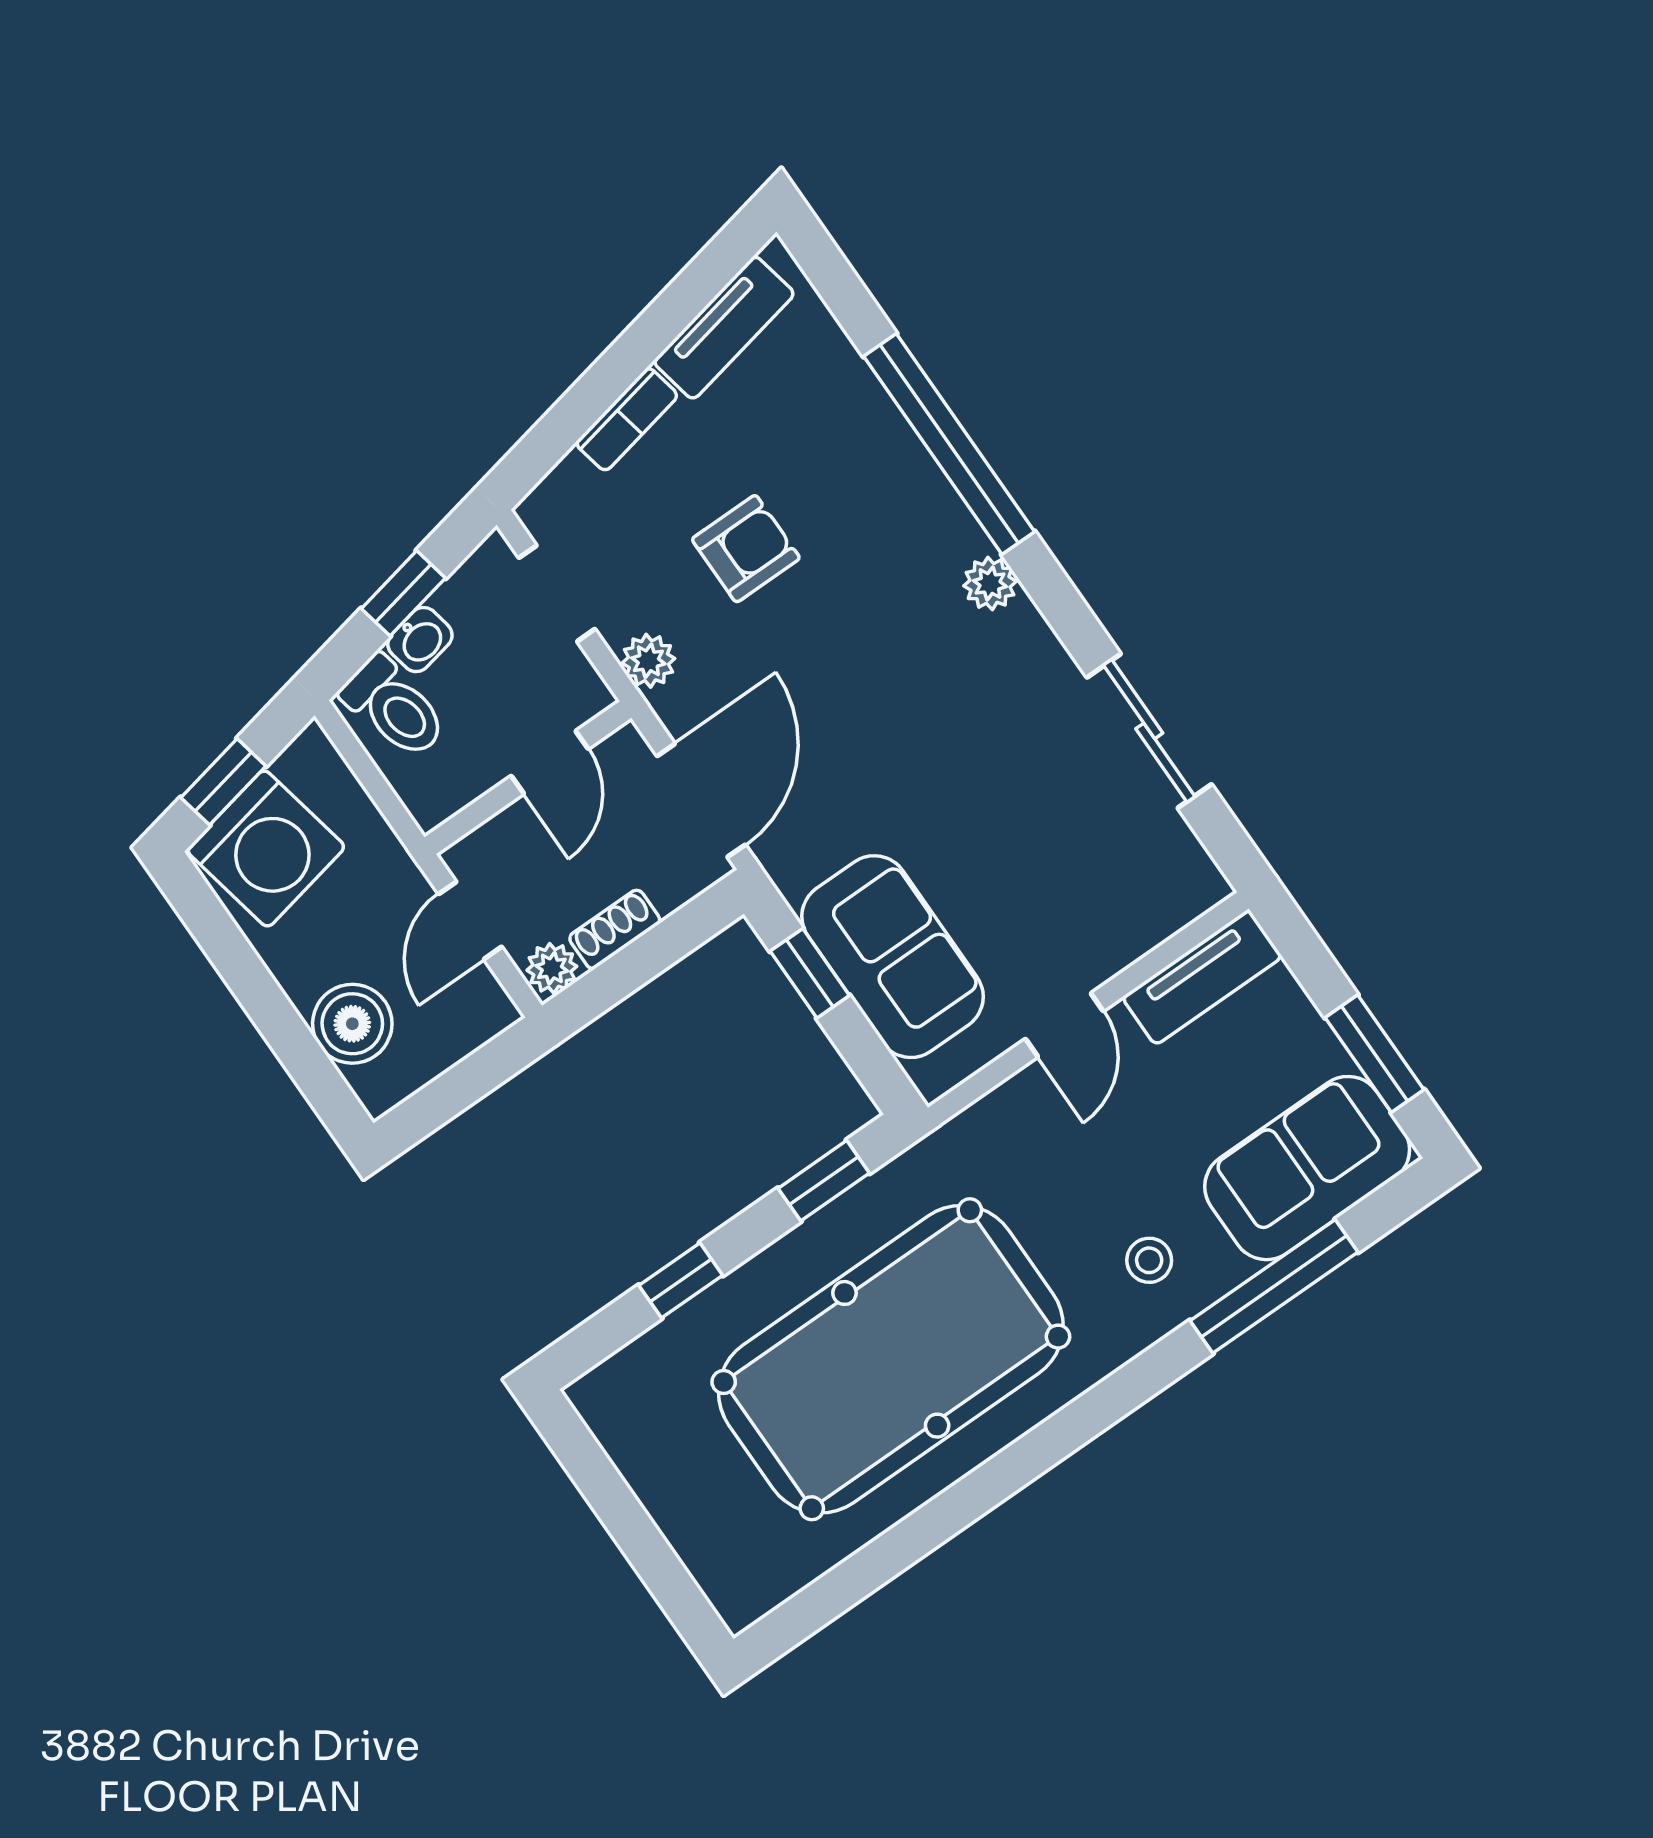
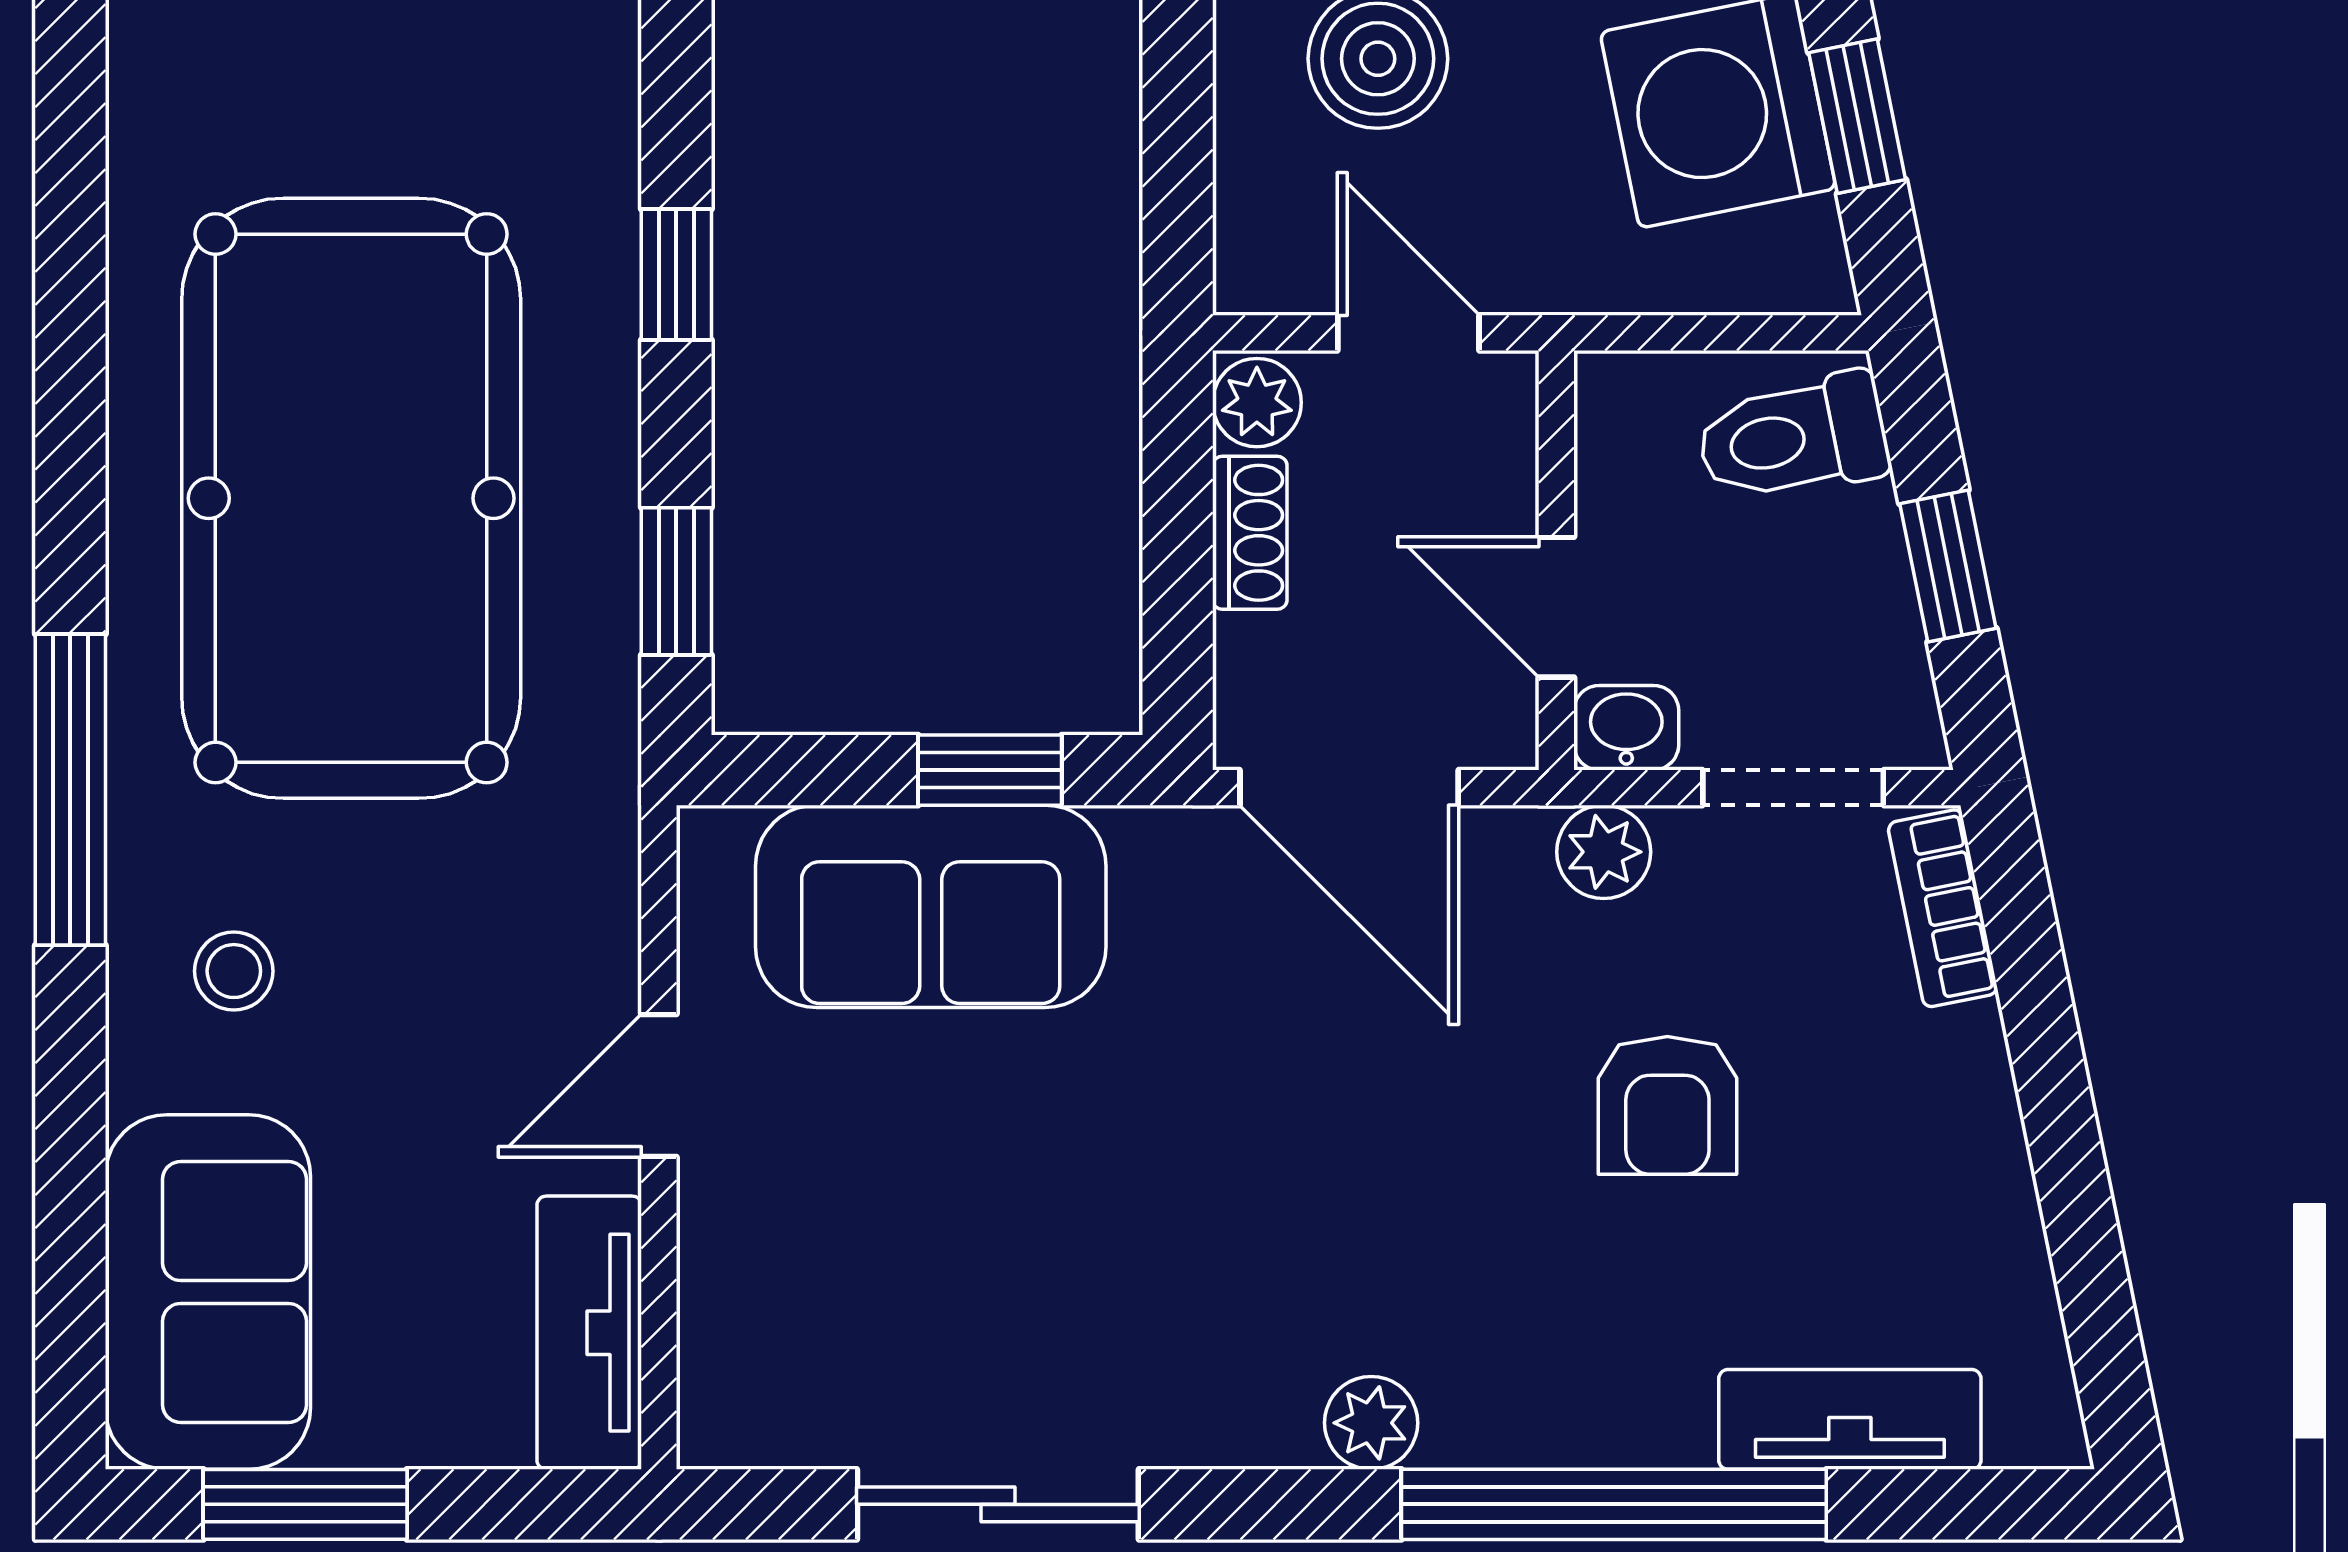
tv unit: (724, 328) -> (1850, 1419), moved, turned 101
bookcase: (627, 419) -> (1943, 908), moved
washbasin: (420, 640) -> (1626, 728), moved, turned 101
door: (1064, 1025) -> (659, 1086), hinge flipped
window: (1274, 1286) -> (70, 790), moved

